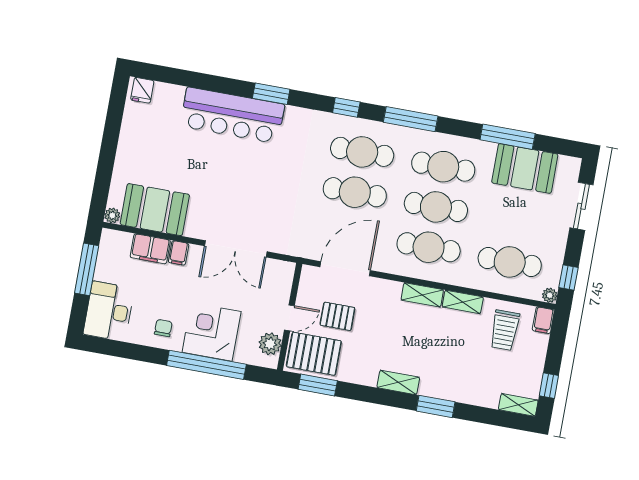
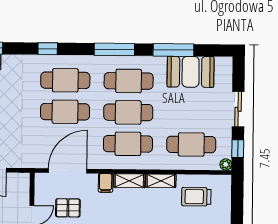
window: (411, 119) -> (114, 49), moved
sliding door: (581, 206) -> (238, 109), moved
filing cabinet: (543, 320) -> (106, 183), moved
trolley: (505, 330) -> (196, 197), turned 90

